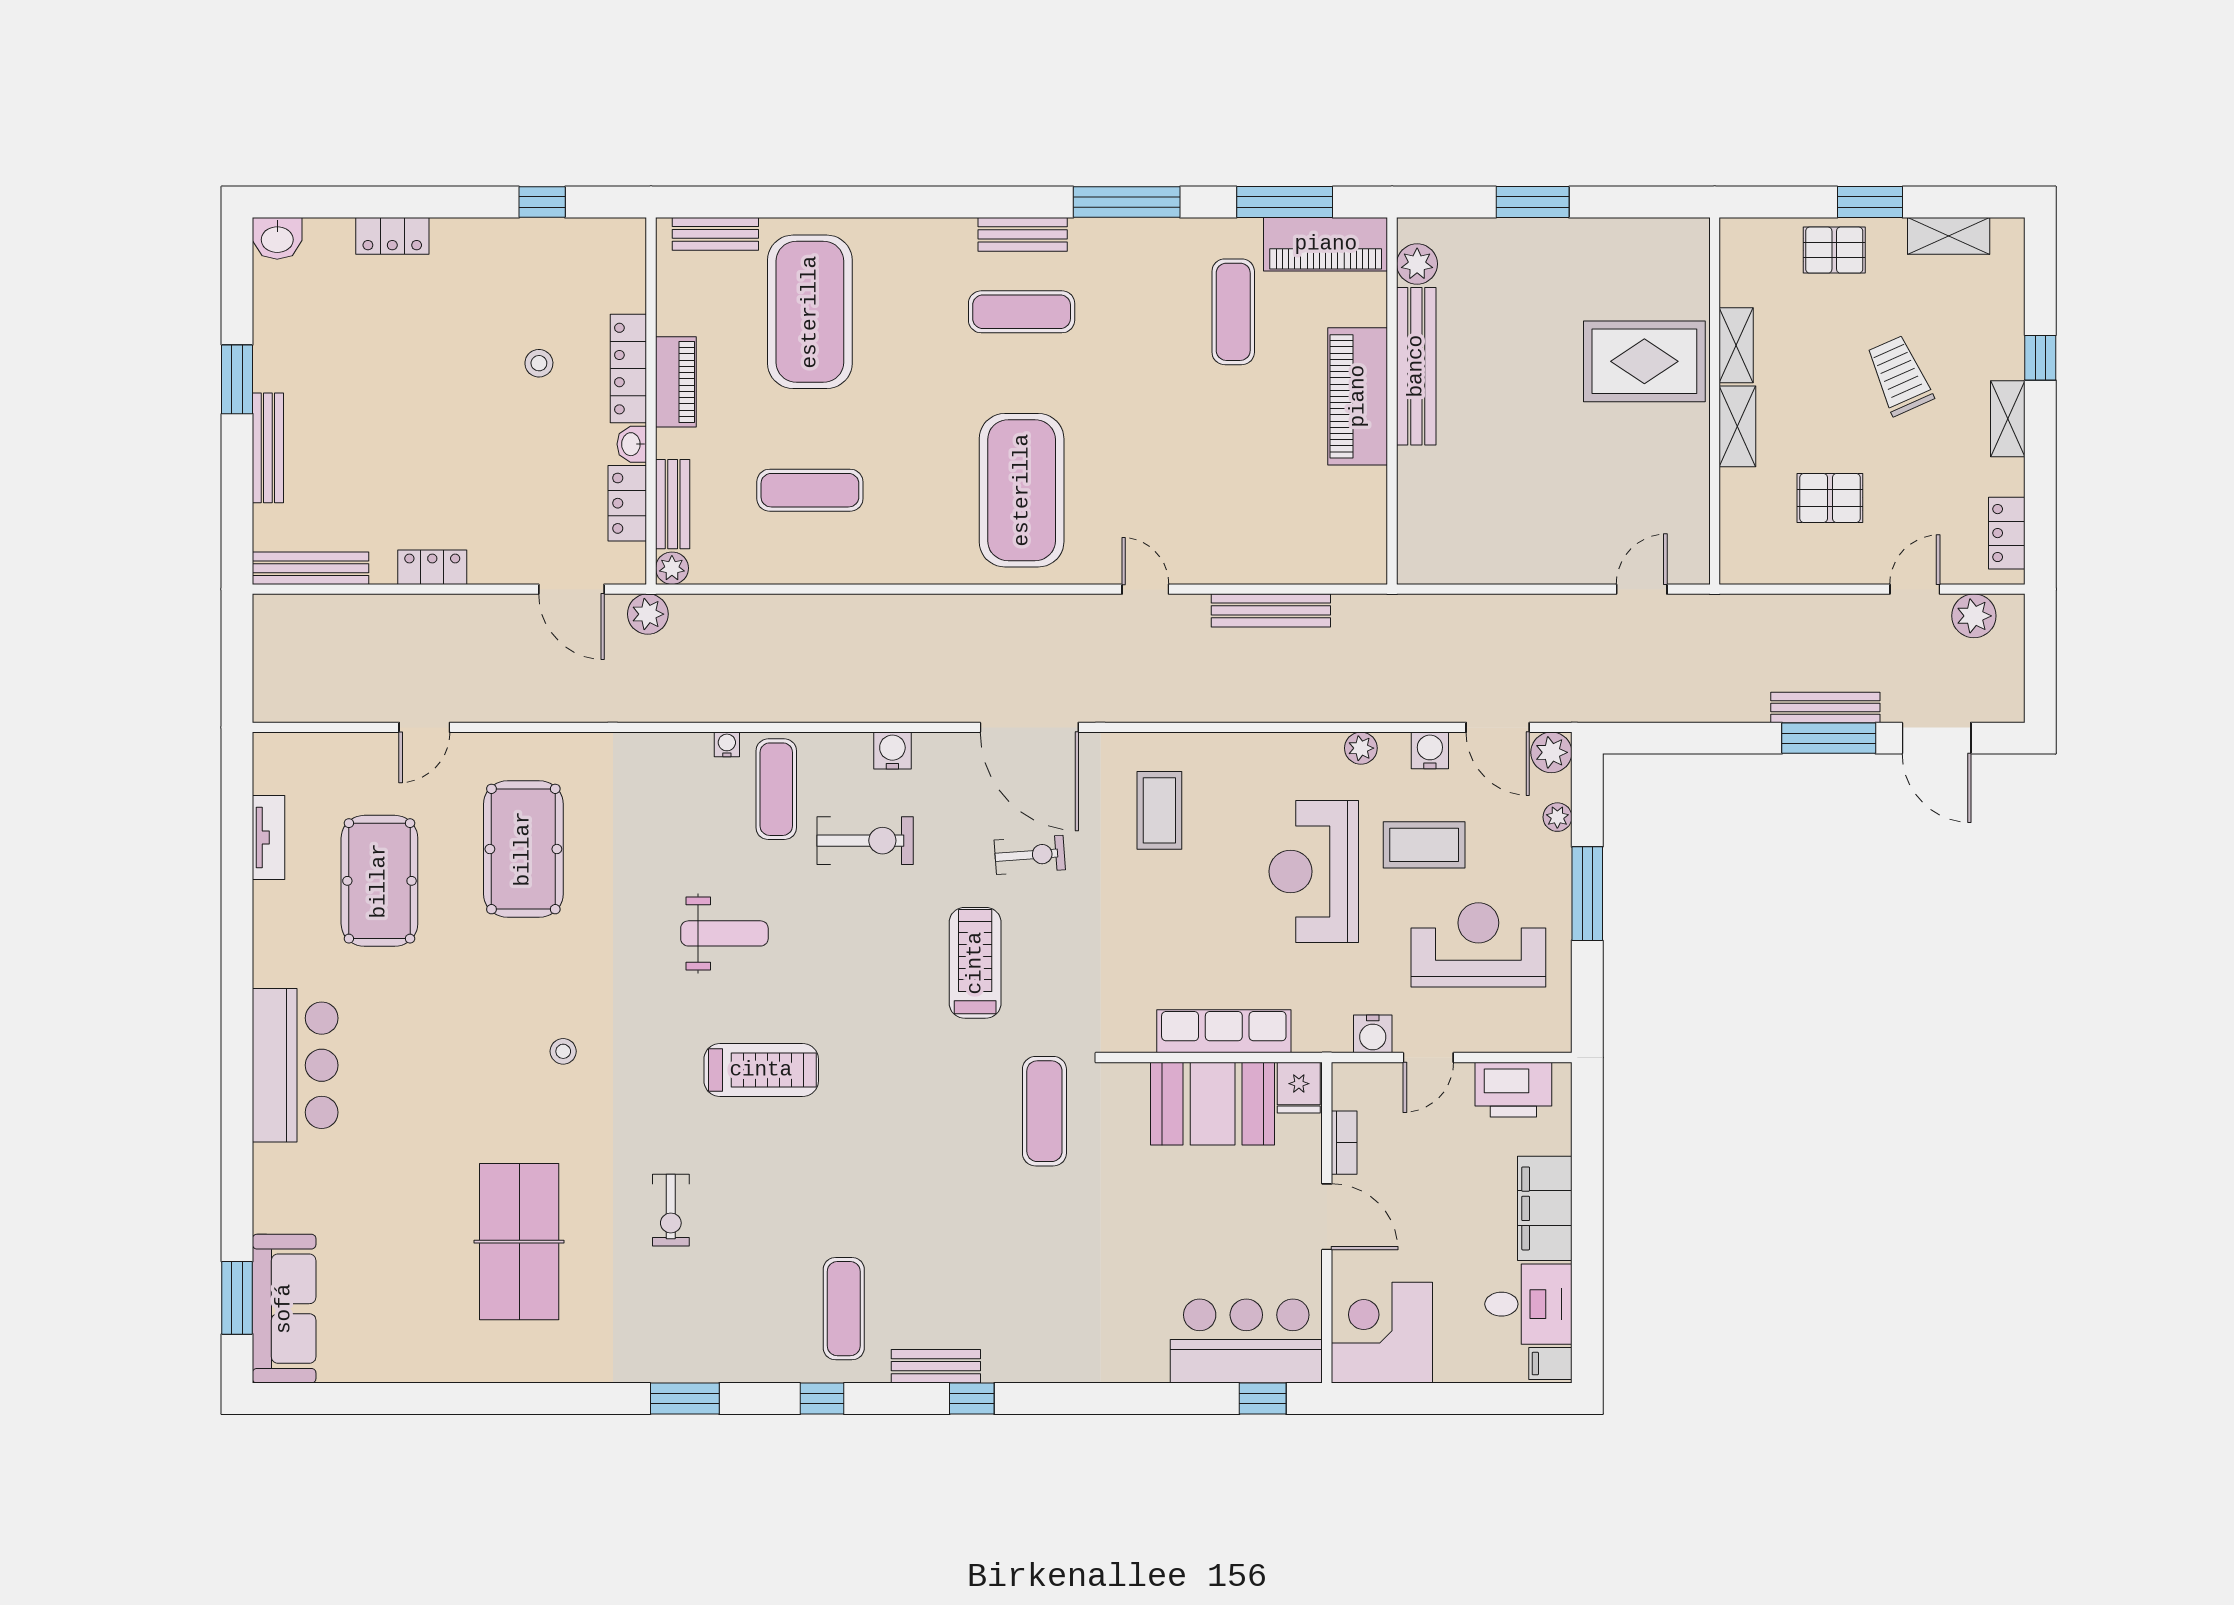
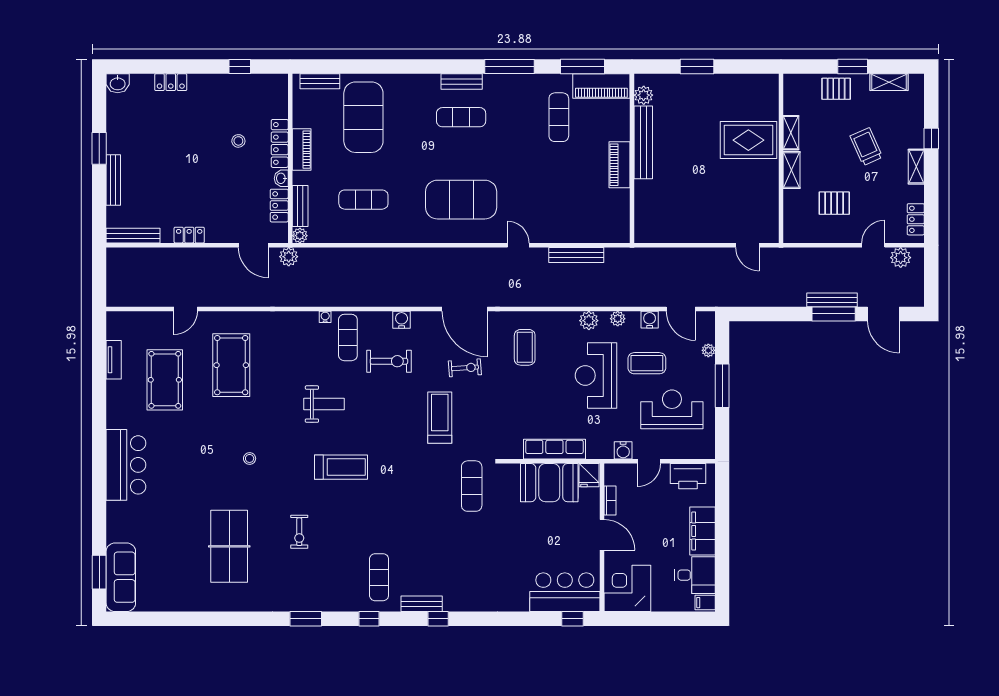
piano: (1358, 396) -> (620, 165), width x0.73, depth x0.75
exercise mat: (1022, 490) -> (461, 200), turned 90
door: (1642, 589) -> (747, 245), swing flipped
plant: (1551, 752) -> (589, 321), moved

